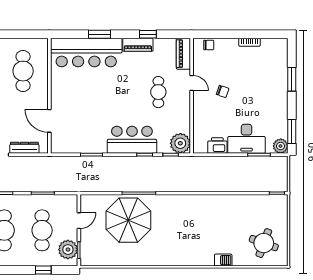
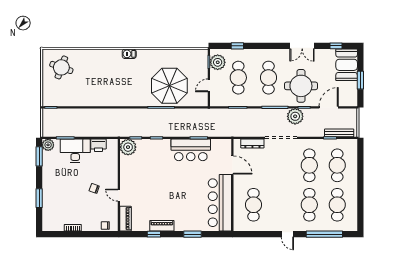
bar counter: (86, 53) -> (220, 203), moved, turned -90
cafe table: (158, 92) -> (146, 188), removed
bar counter: (132, 140) -> (191, 150), moved
barbecue: (223, 260) -> (129, 54), moved

